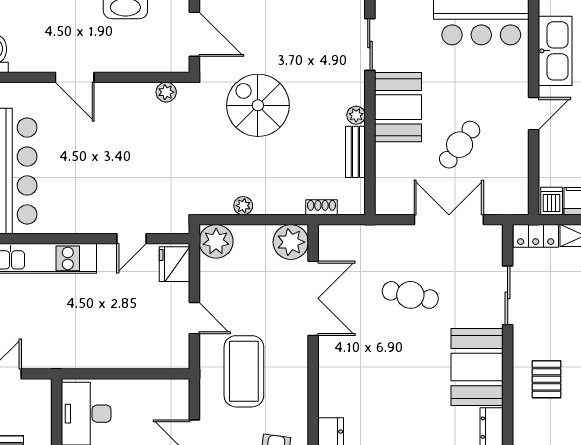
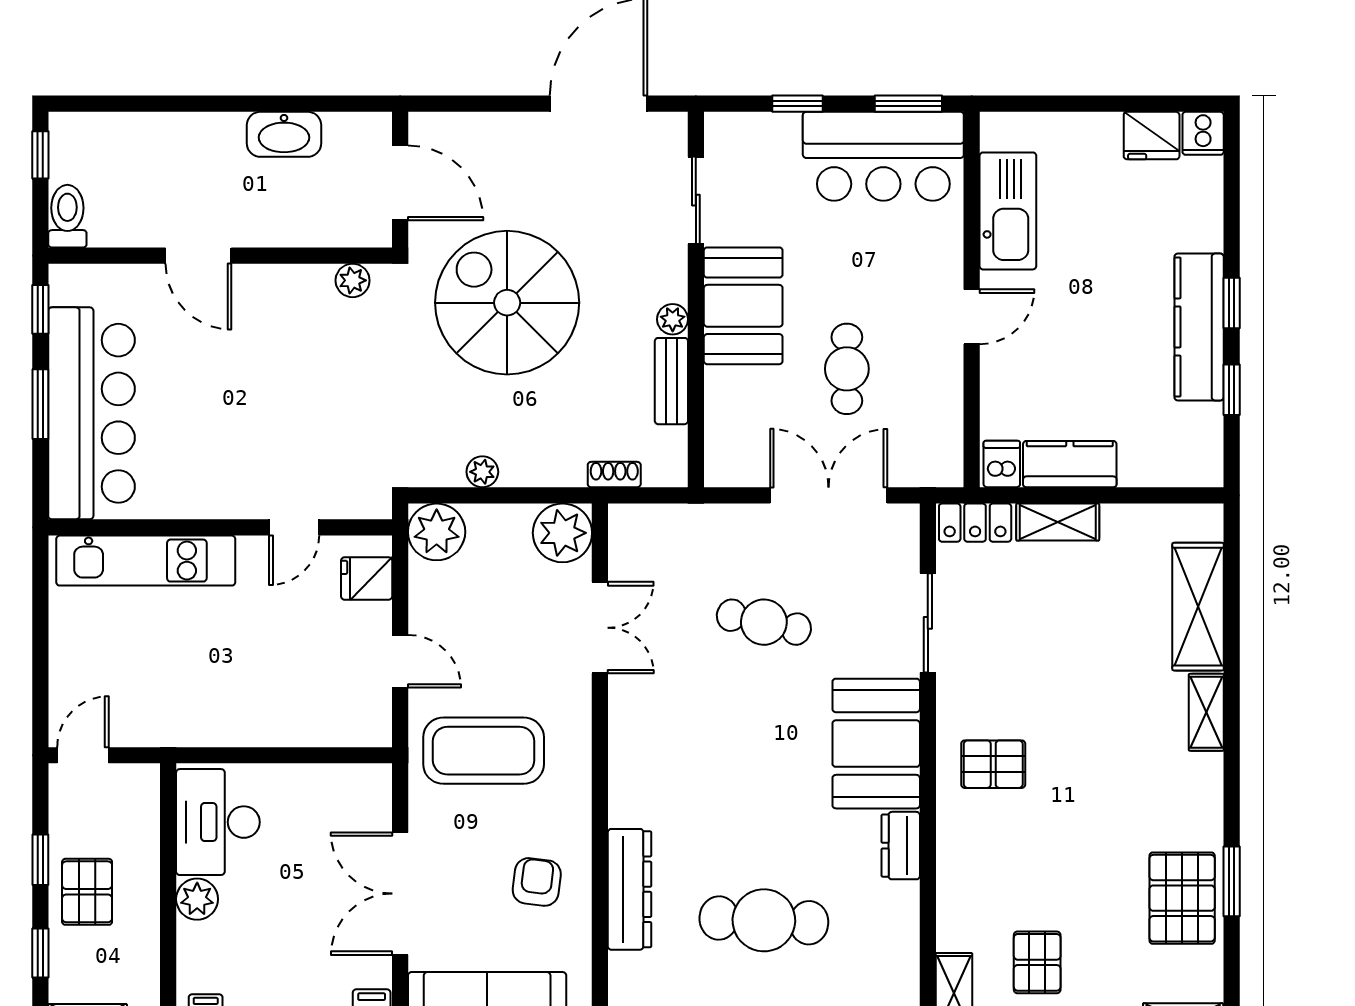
spiral stairs: (258, 105) -> (507, 303), width x1.37, depth x1.37
cafe table: (460, 145) -> (847, 369), turned -37
fridge: (174, 264) -> (367, 578), width x0.72
double door: (313, 298) -> (600, 628), width x0.73
coffee table: (244, 371) -> (484, 751), turned 90
pallet: (546, 379) -> (993, 764), turned 90

